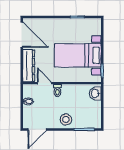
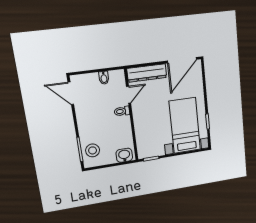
bed with nightstands: (78, 55) -> (185, 126), moved
stool: (66, 119) -> (93, 150), moved

